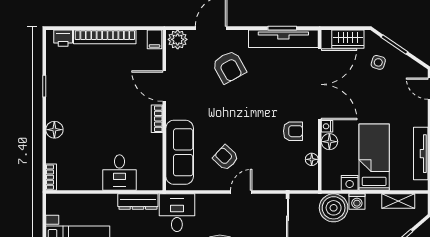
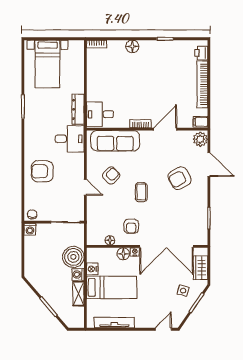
tv unit: (283, 39) -> (201, 219), removed
coffee table: (248, 118) -> (141, 192), added
desk: (119, 173) -> (100, 114), moved
shelving: (398, 201) -> (78, 294), moved

